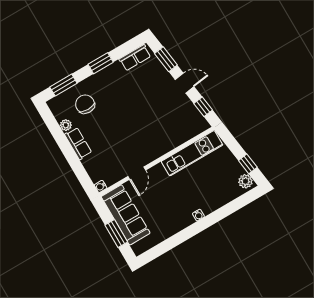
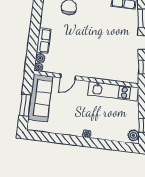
plant: (66, 125) -> (40, 58), moved
row of seats: (78, 143) -> (44, 41), moved

